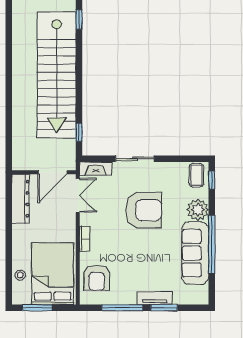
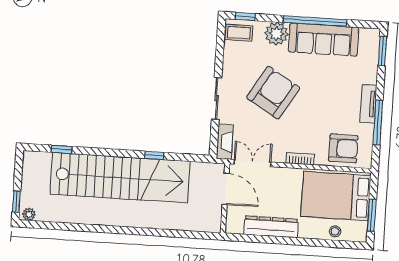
window: (79, 132) -> (154, 155), moved
dresser: (21, 199) -> (271, 227), moved
armchair: (144, 210) -> (273, 93), turned 31
tv unit: (155, 298) -> (368, 104), moved
window: (164, 308) -> (382, 51), moved

